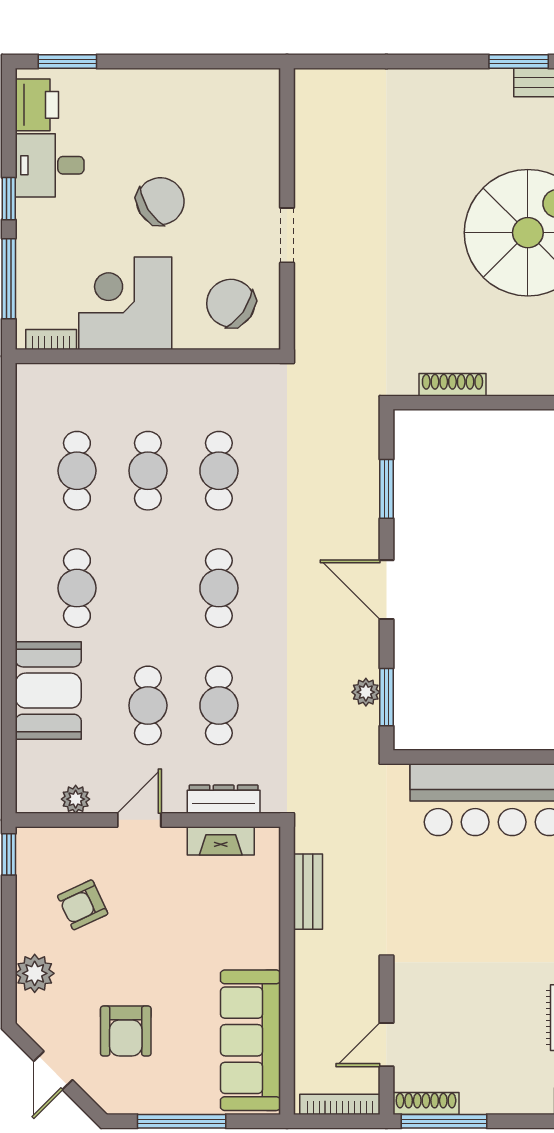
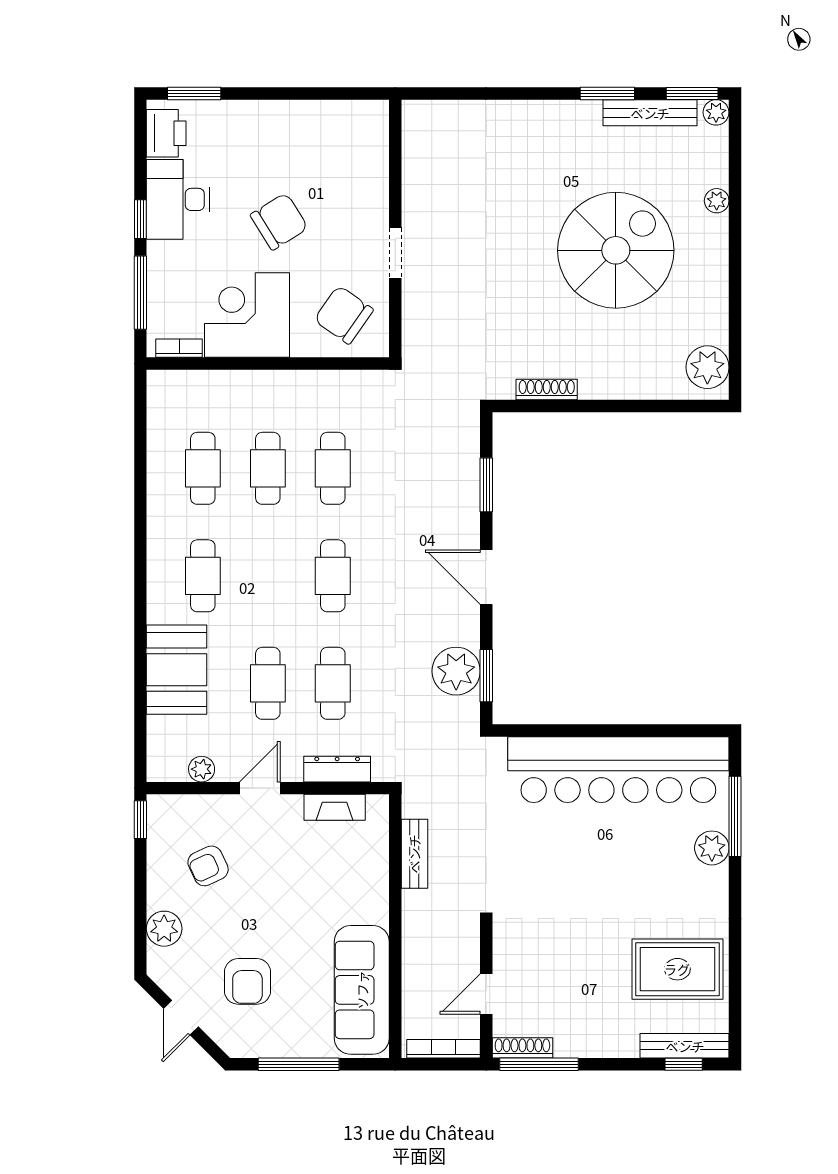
desk: (50, 165) -> (178, 199), width x1.37
plant: (366, 692) -> (456, 671), width x1.88, depth x1.88

